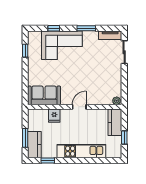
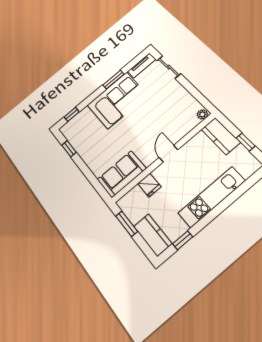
window: (54, 28) -> (72, 114), moved
corner sofa: (62, 45) -> (117, 100), moved
window: (25, 138) -> (127, 224), moved

